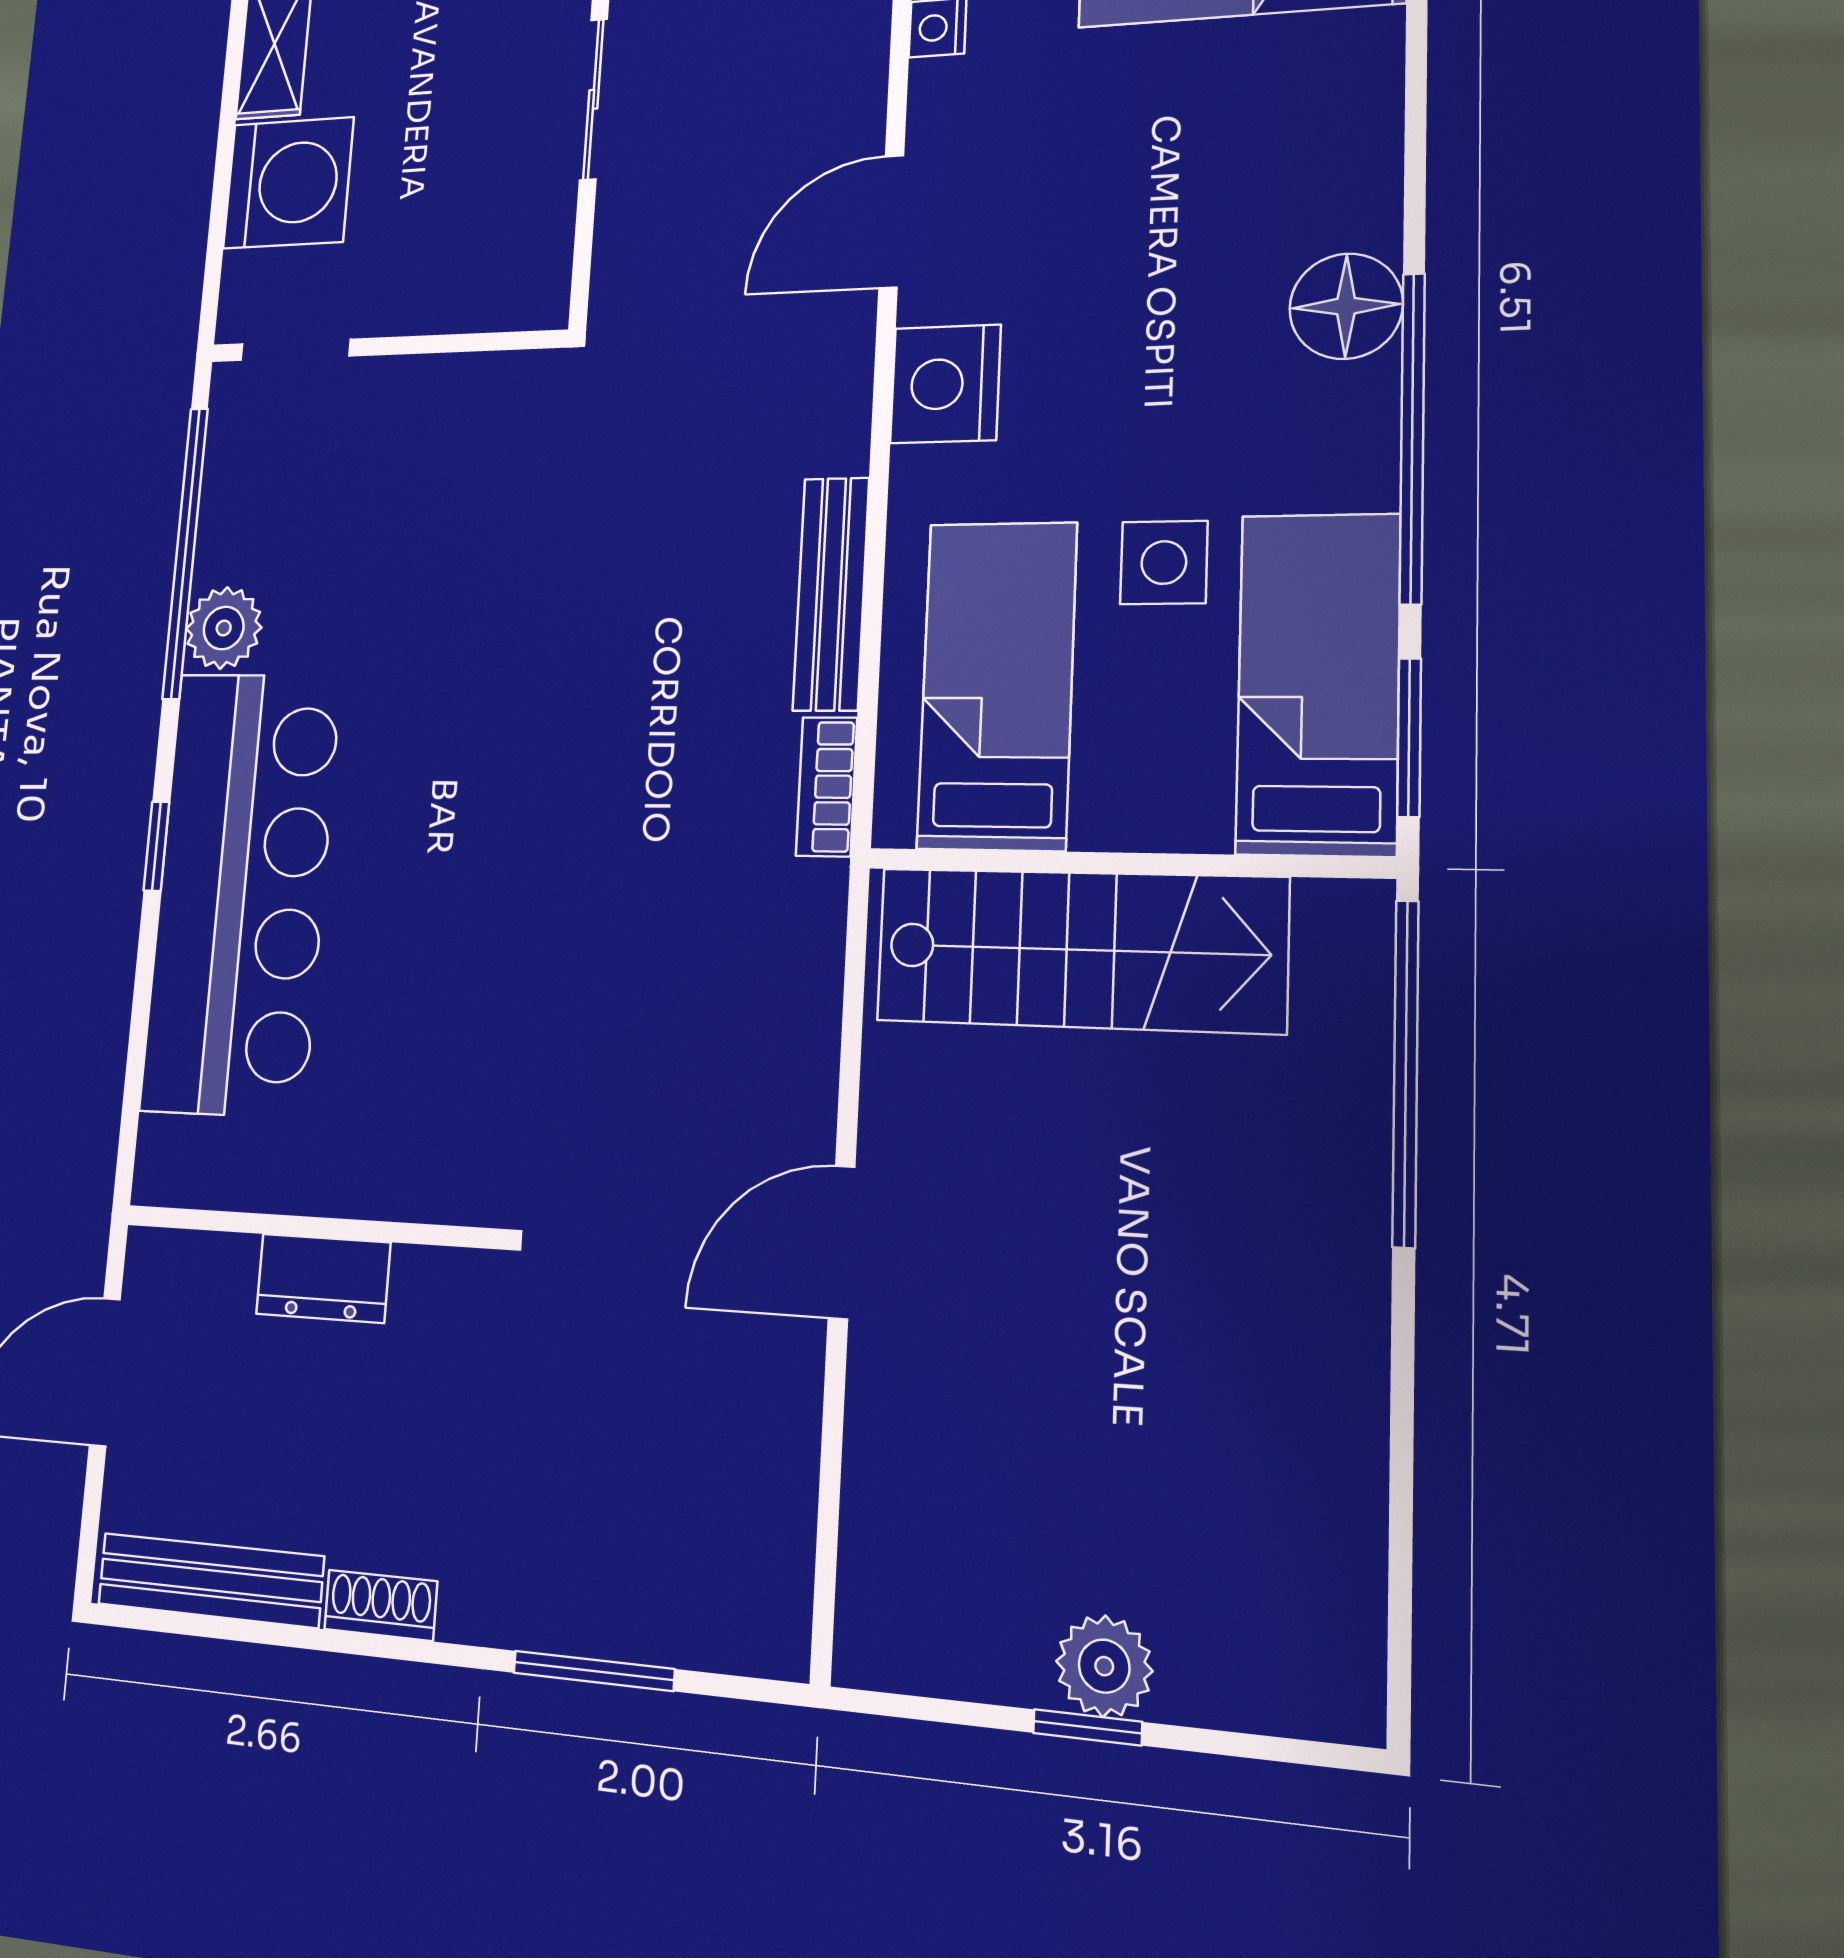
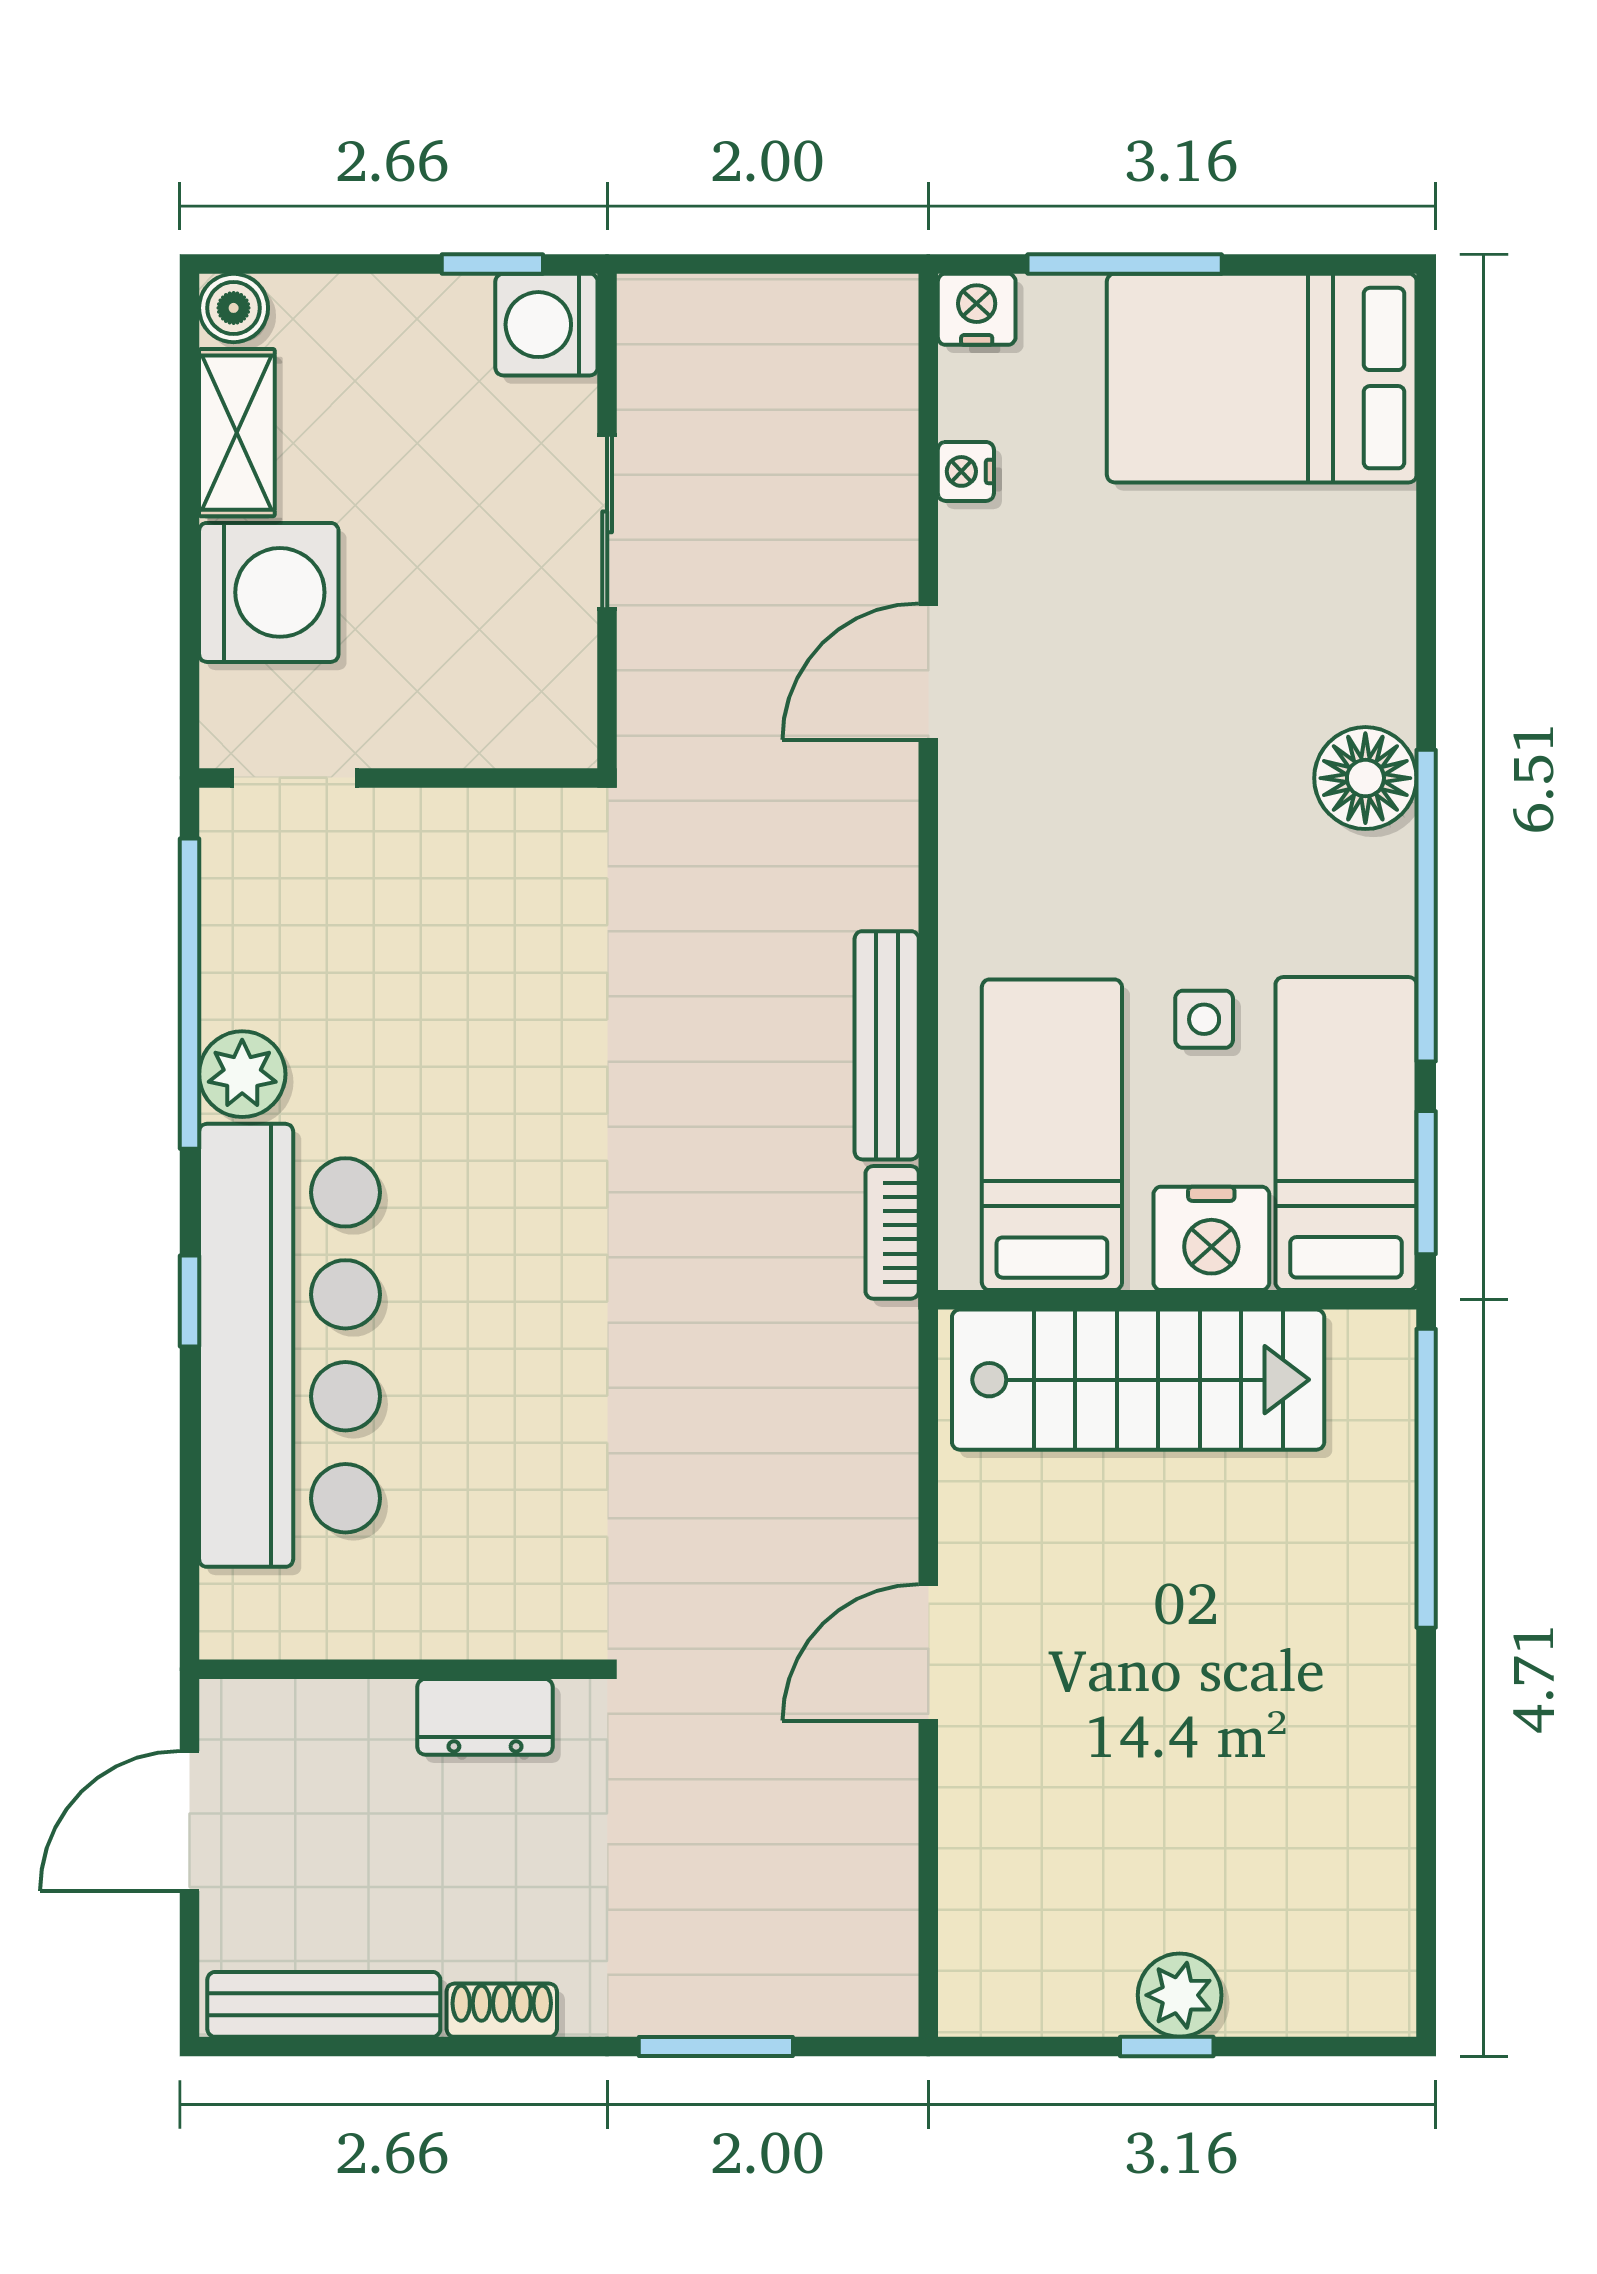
nightstand: (945, 384) -> (1211, 1238), moved, turned -90
side table: (1164, 563) -> (1204, 1019), width x0.73, depth x0.73
dresser: (323, 1278) -> (485, 1717), moved

